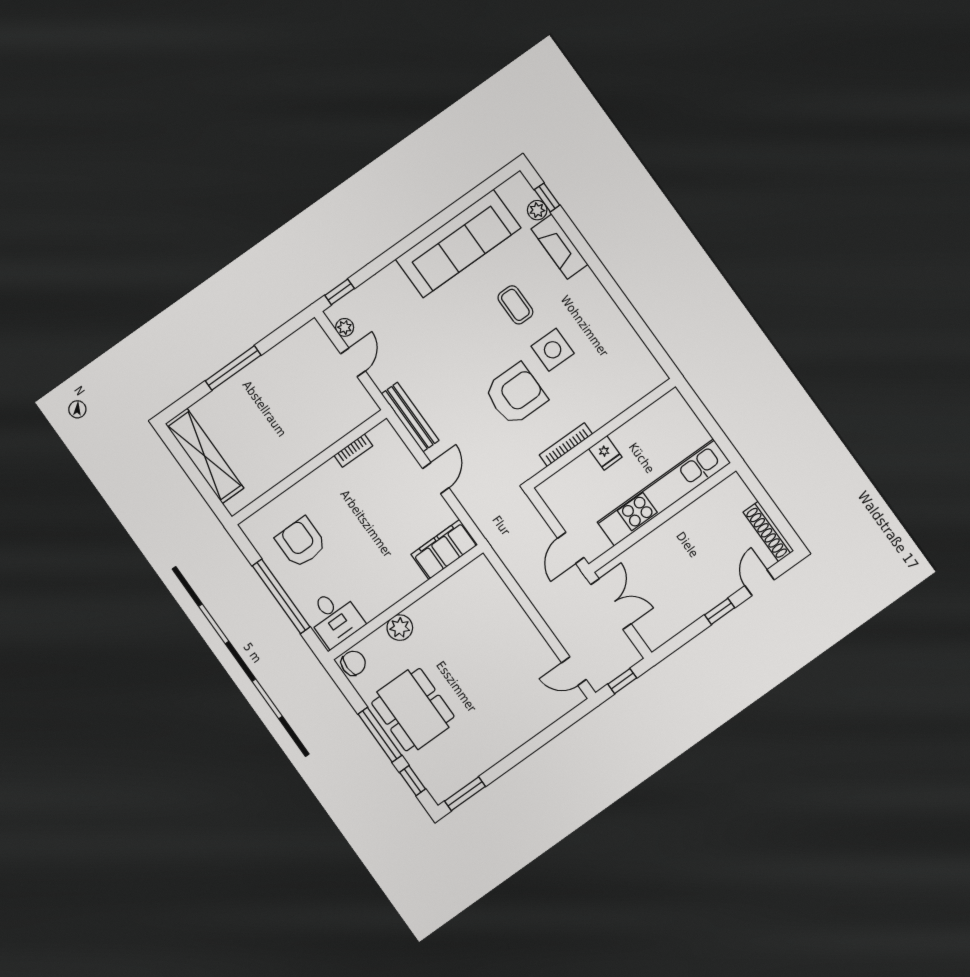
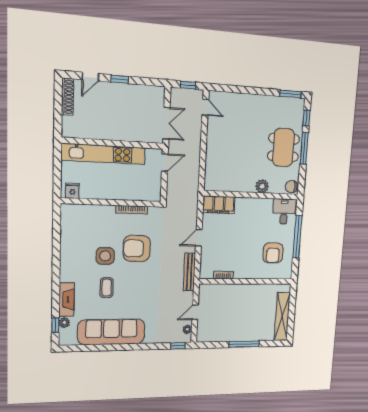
fridge: (605, 453) -> (72, 191), moved
double door: (611, 604) -> (166, 123), swing flipped

